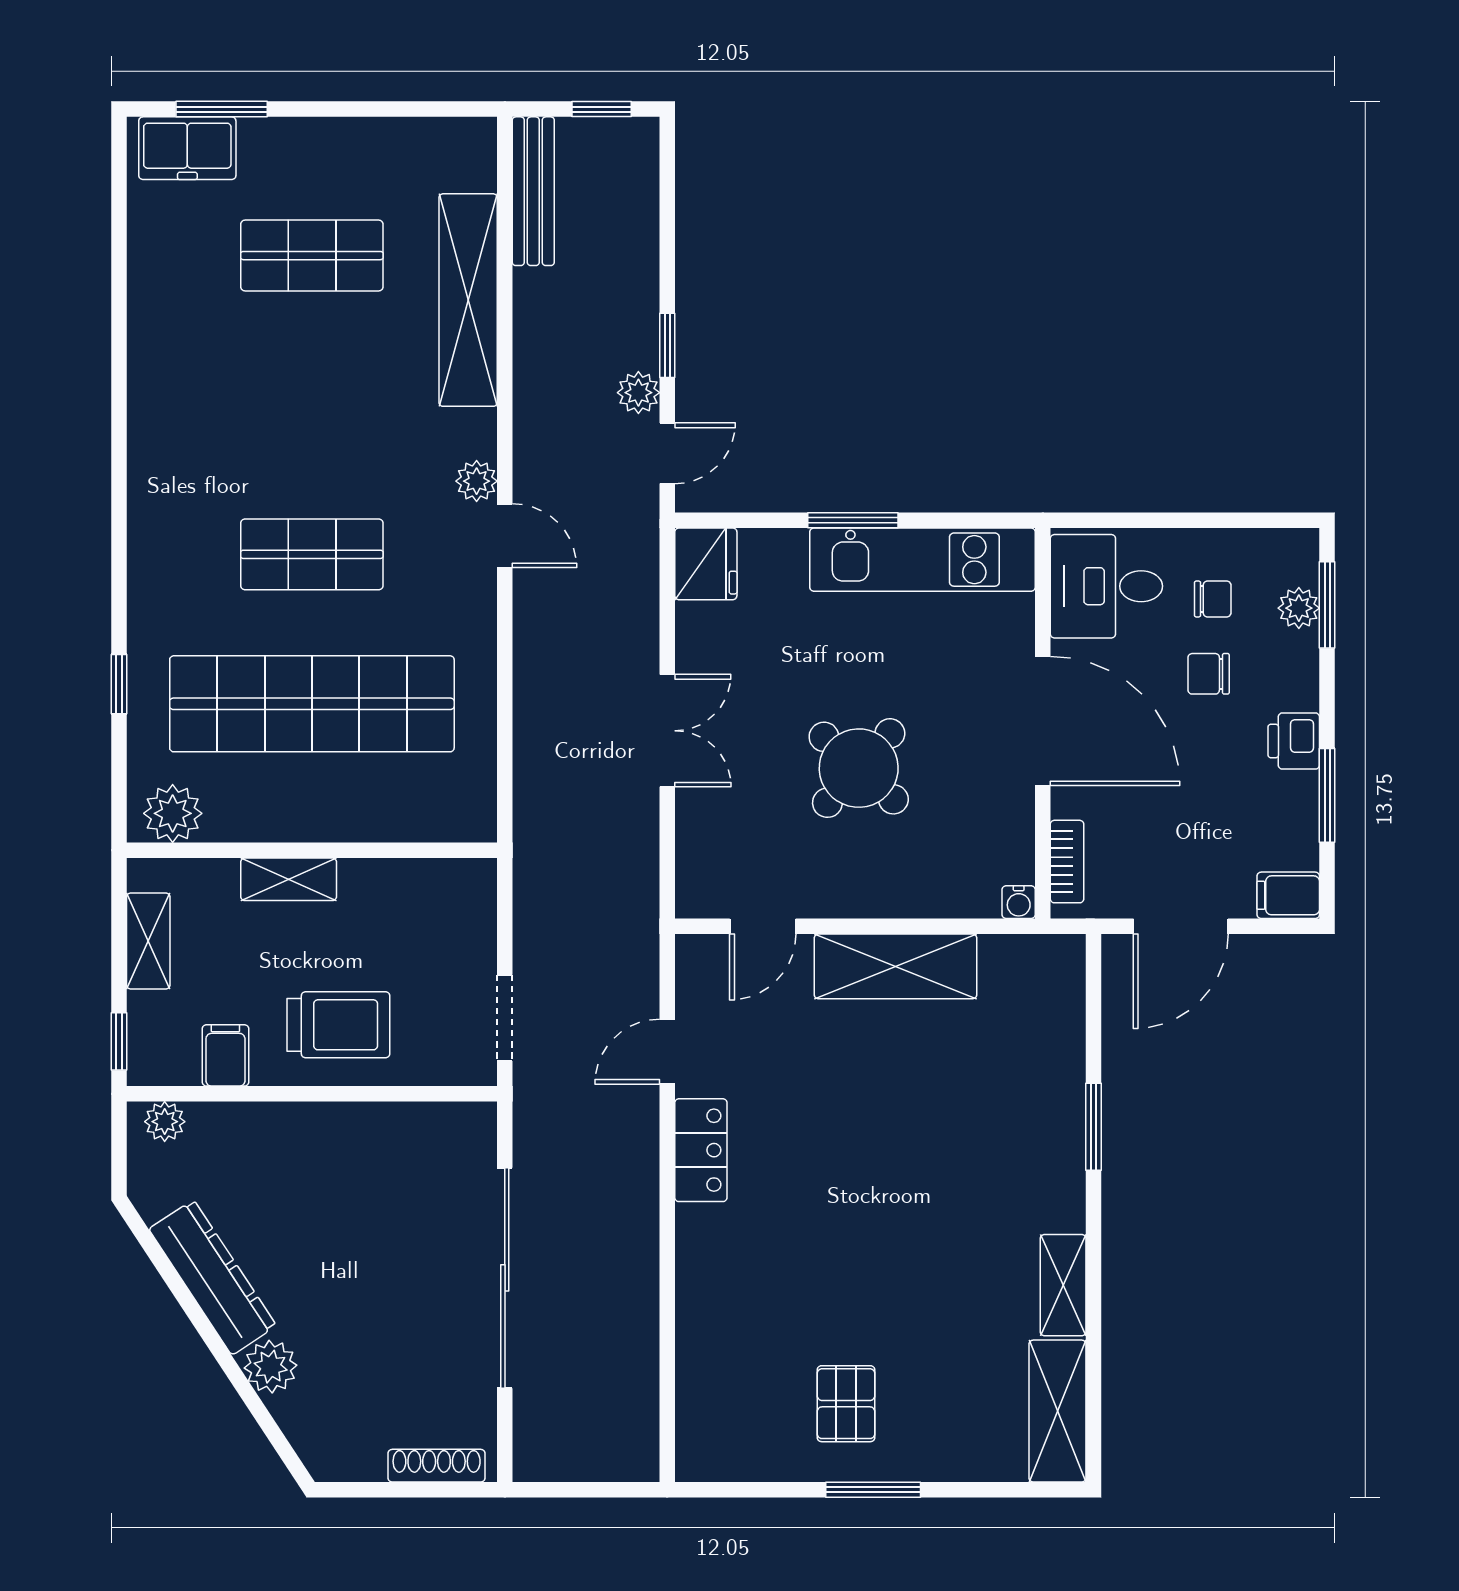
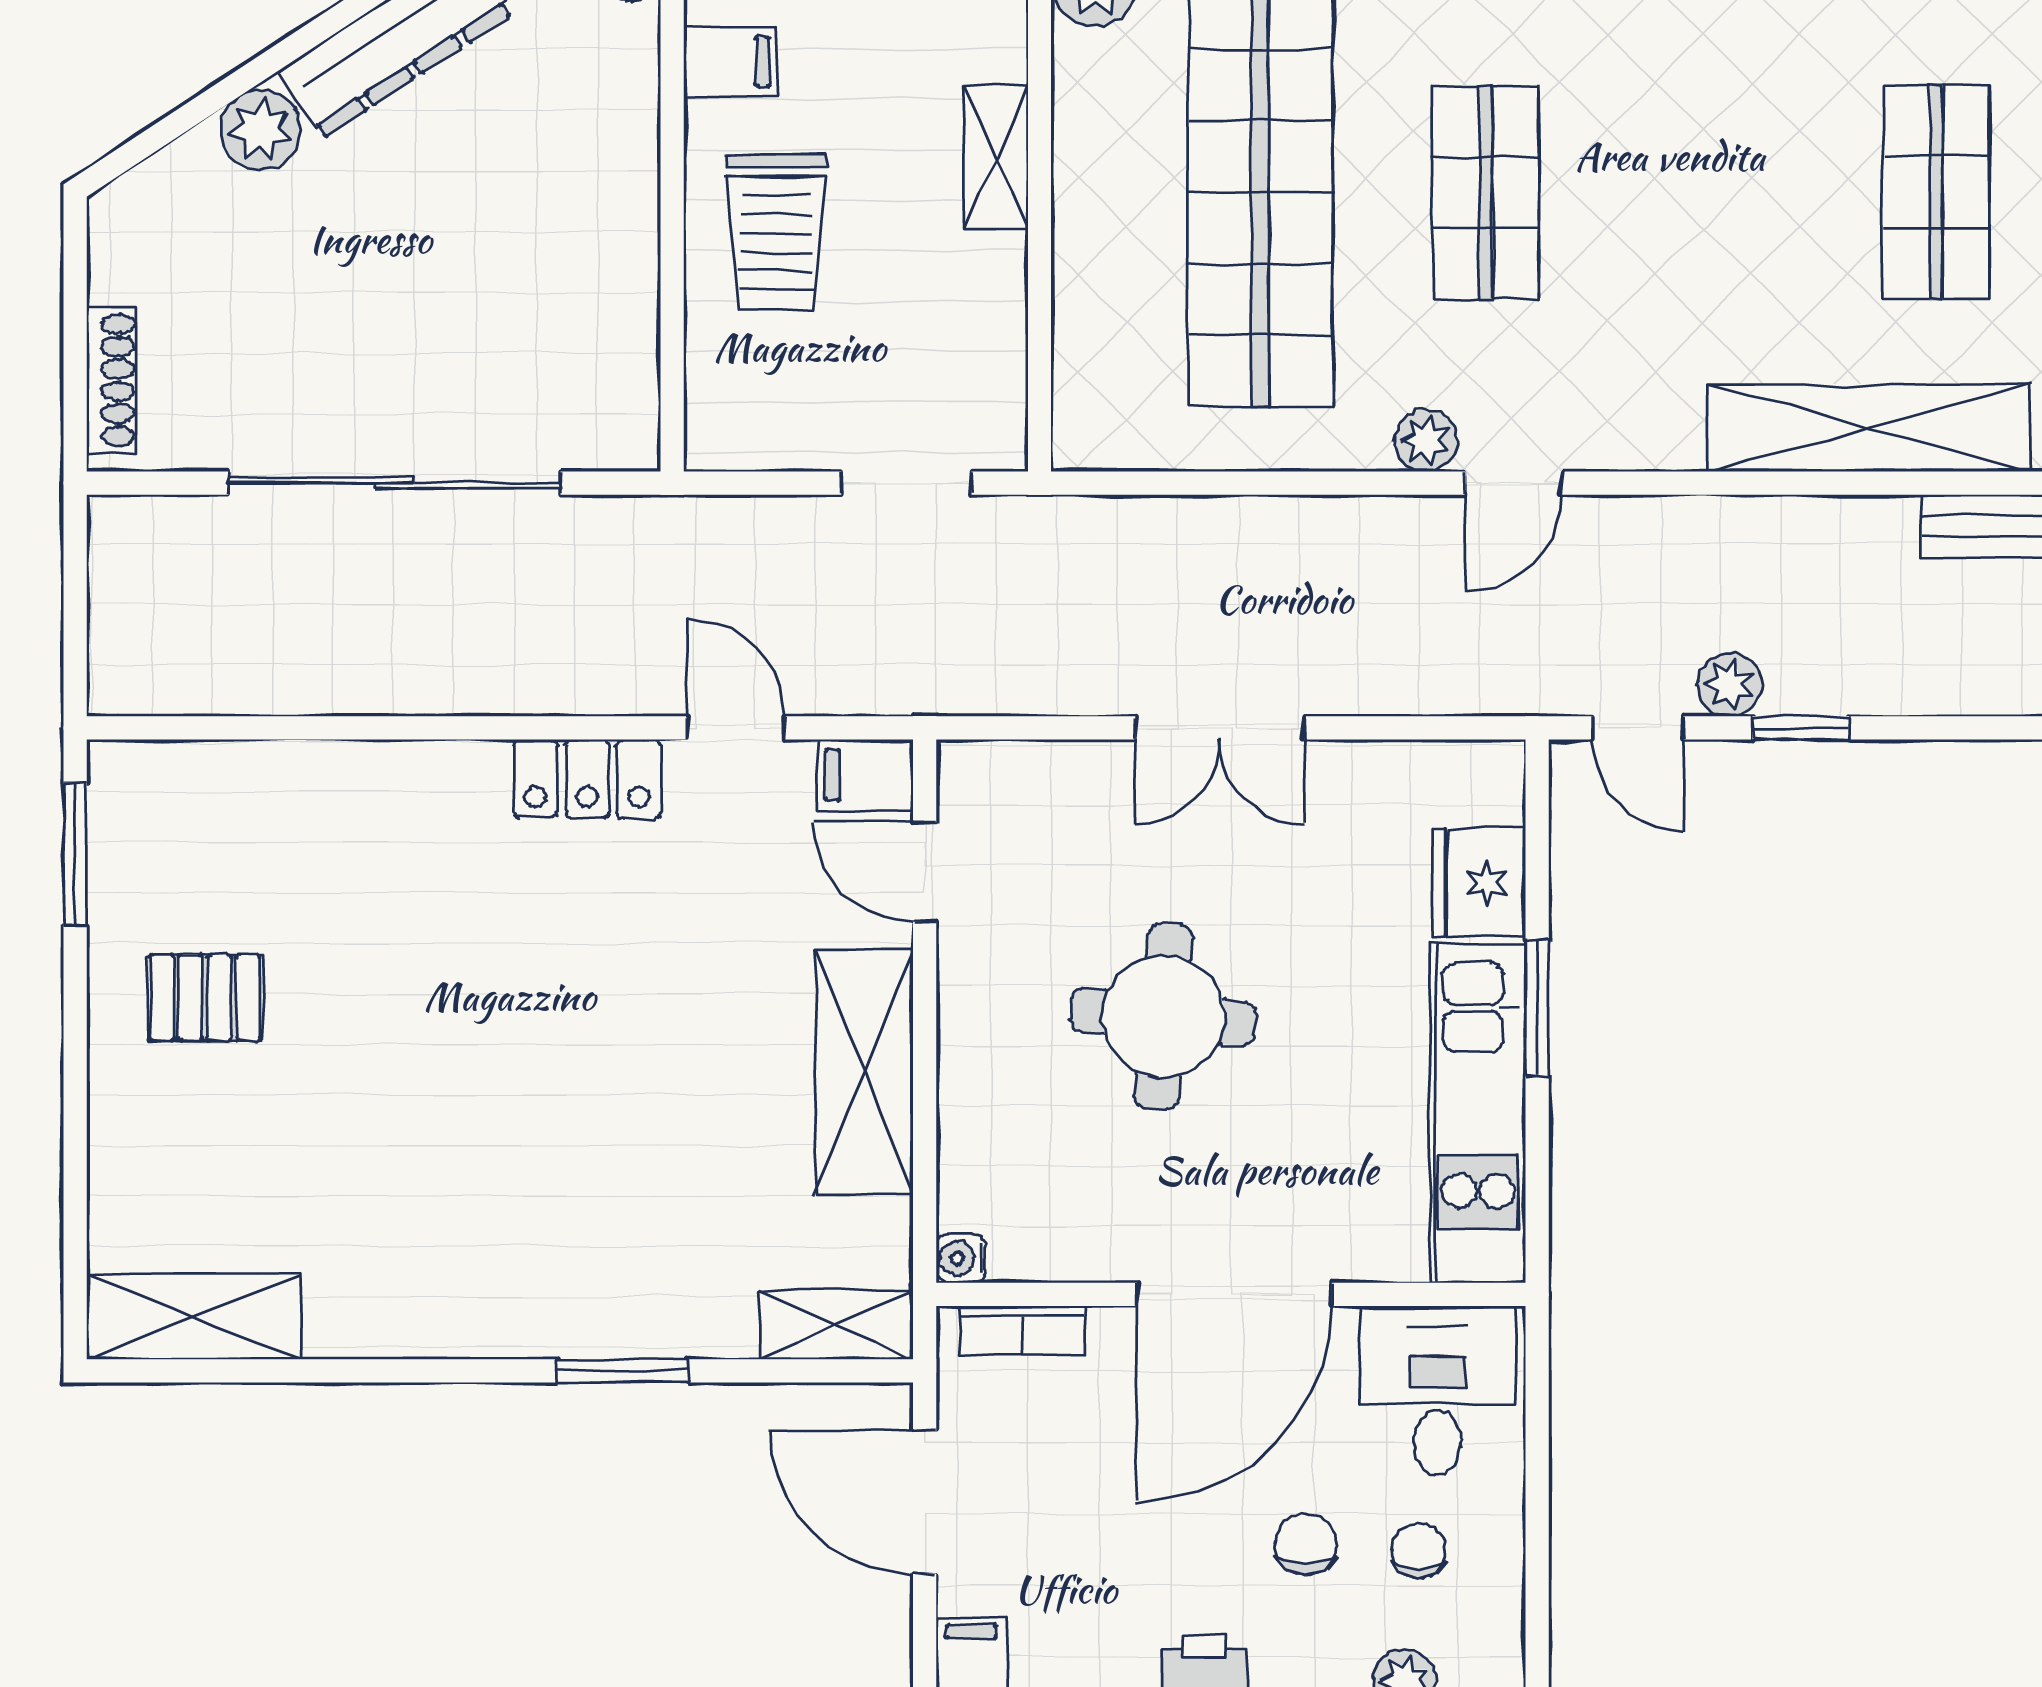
plant: (477, 481) -> (1426, 440), moved
fridge: (706, 564) -> (1479, 883), moved, turned 90
chair: (1213, 599) -> (1418, 1551), turned 180
round table: (859, 768) -> (1163, 1017), turned -37
filing cabinet: (699, 966) -> (866, 775), added
doorway: (505, 1018) -> (906, 483), moved
shelving: (1063, 1285) -> (837, 1325), moved
window: (873, 1490) -> (75, 854), moved

